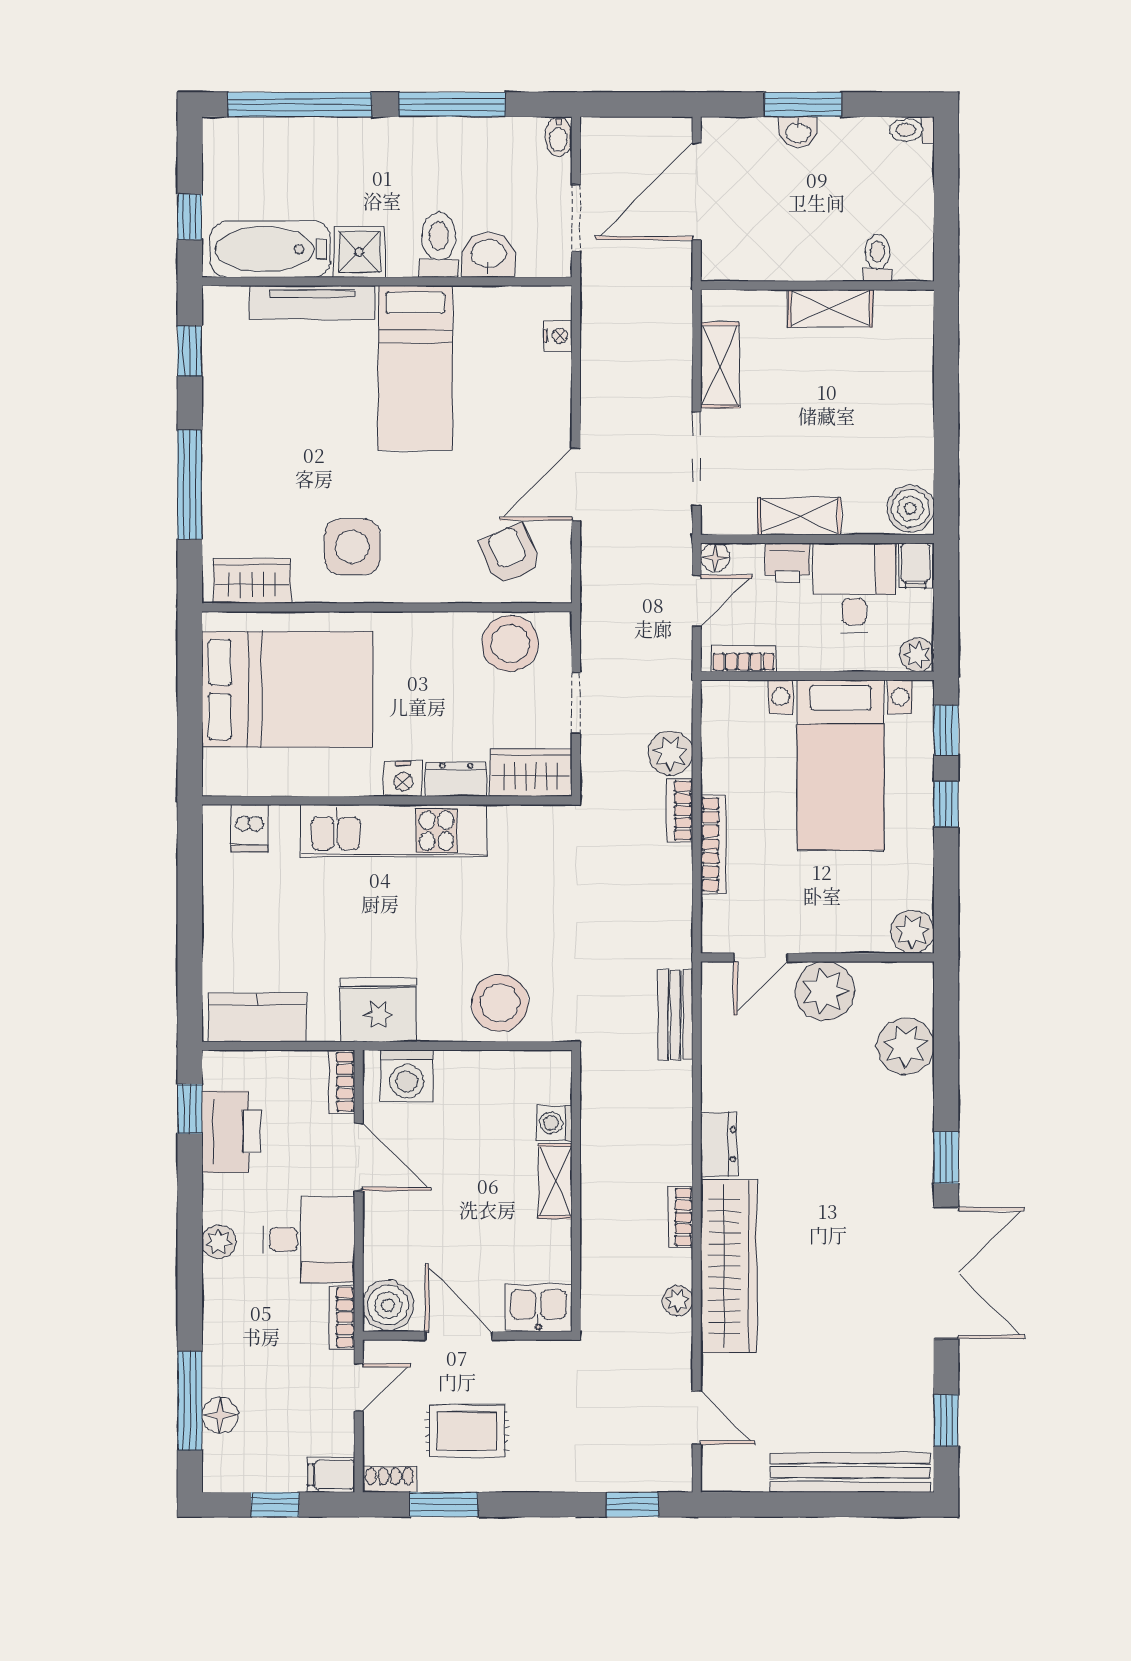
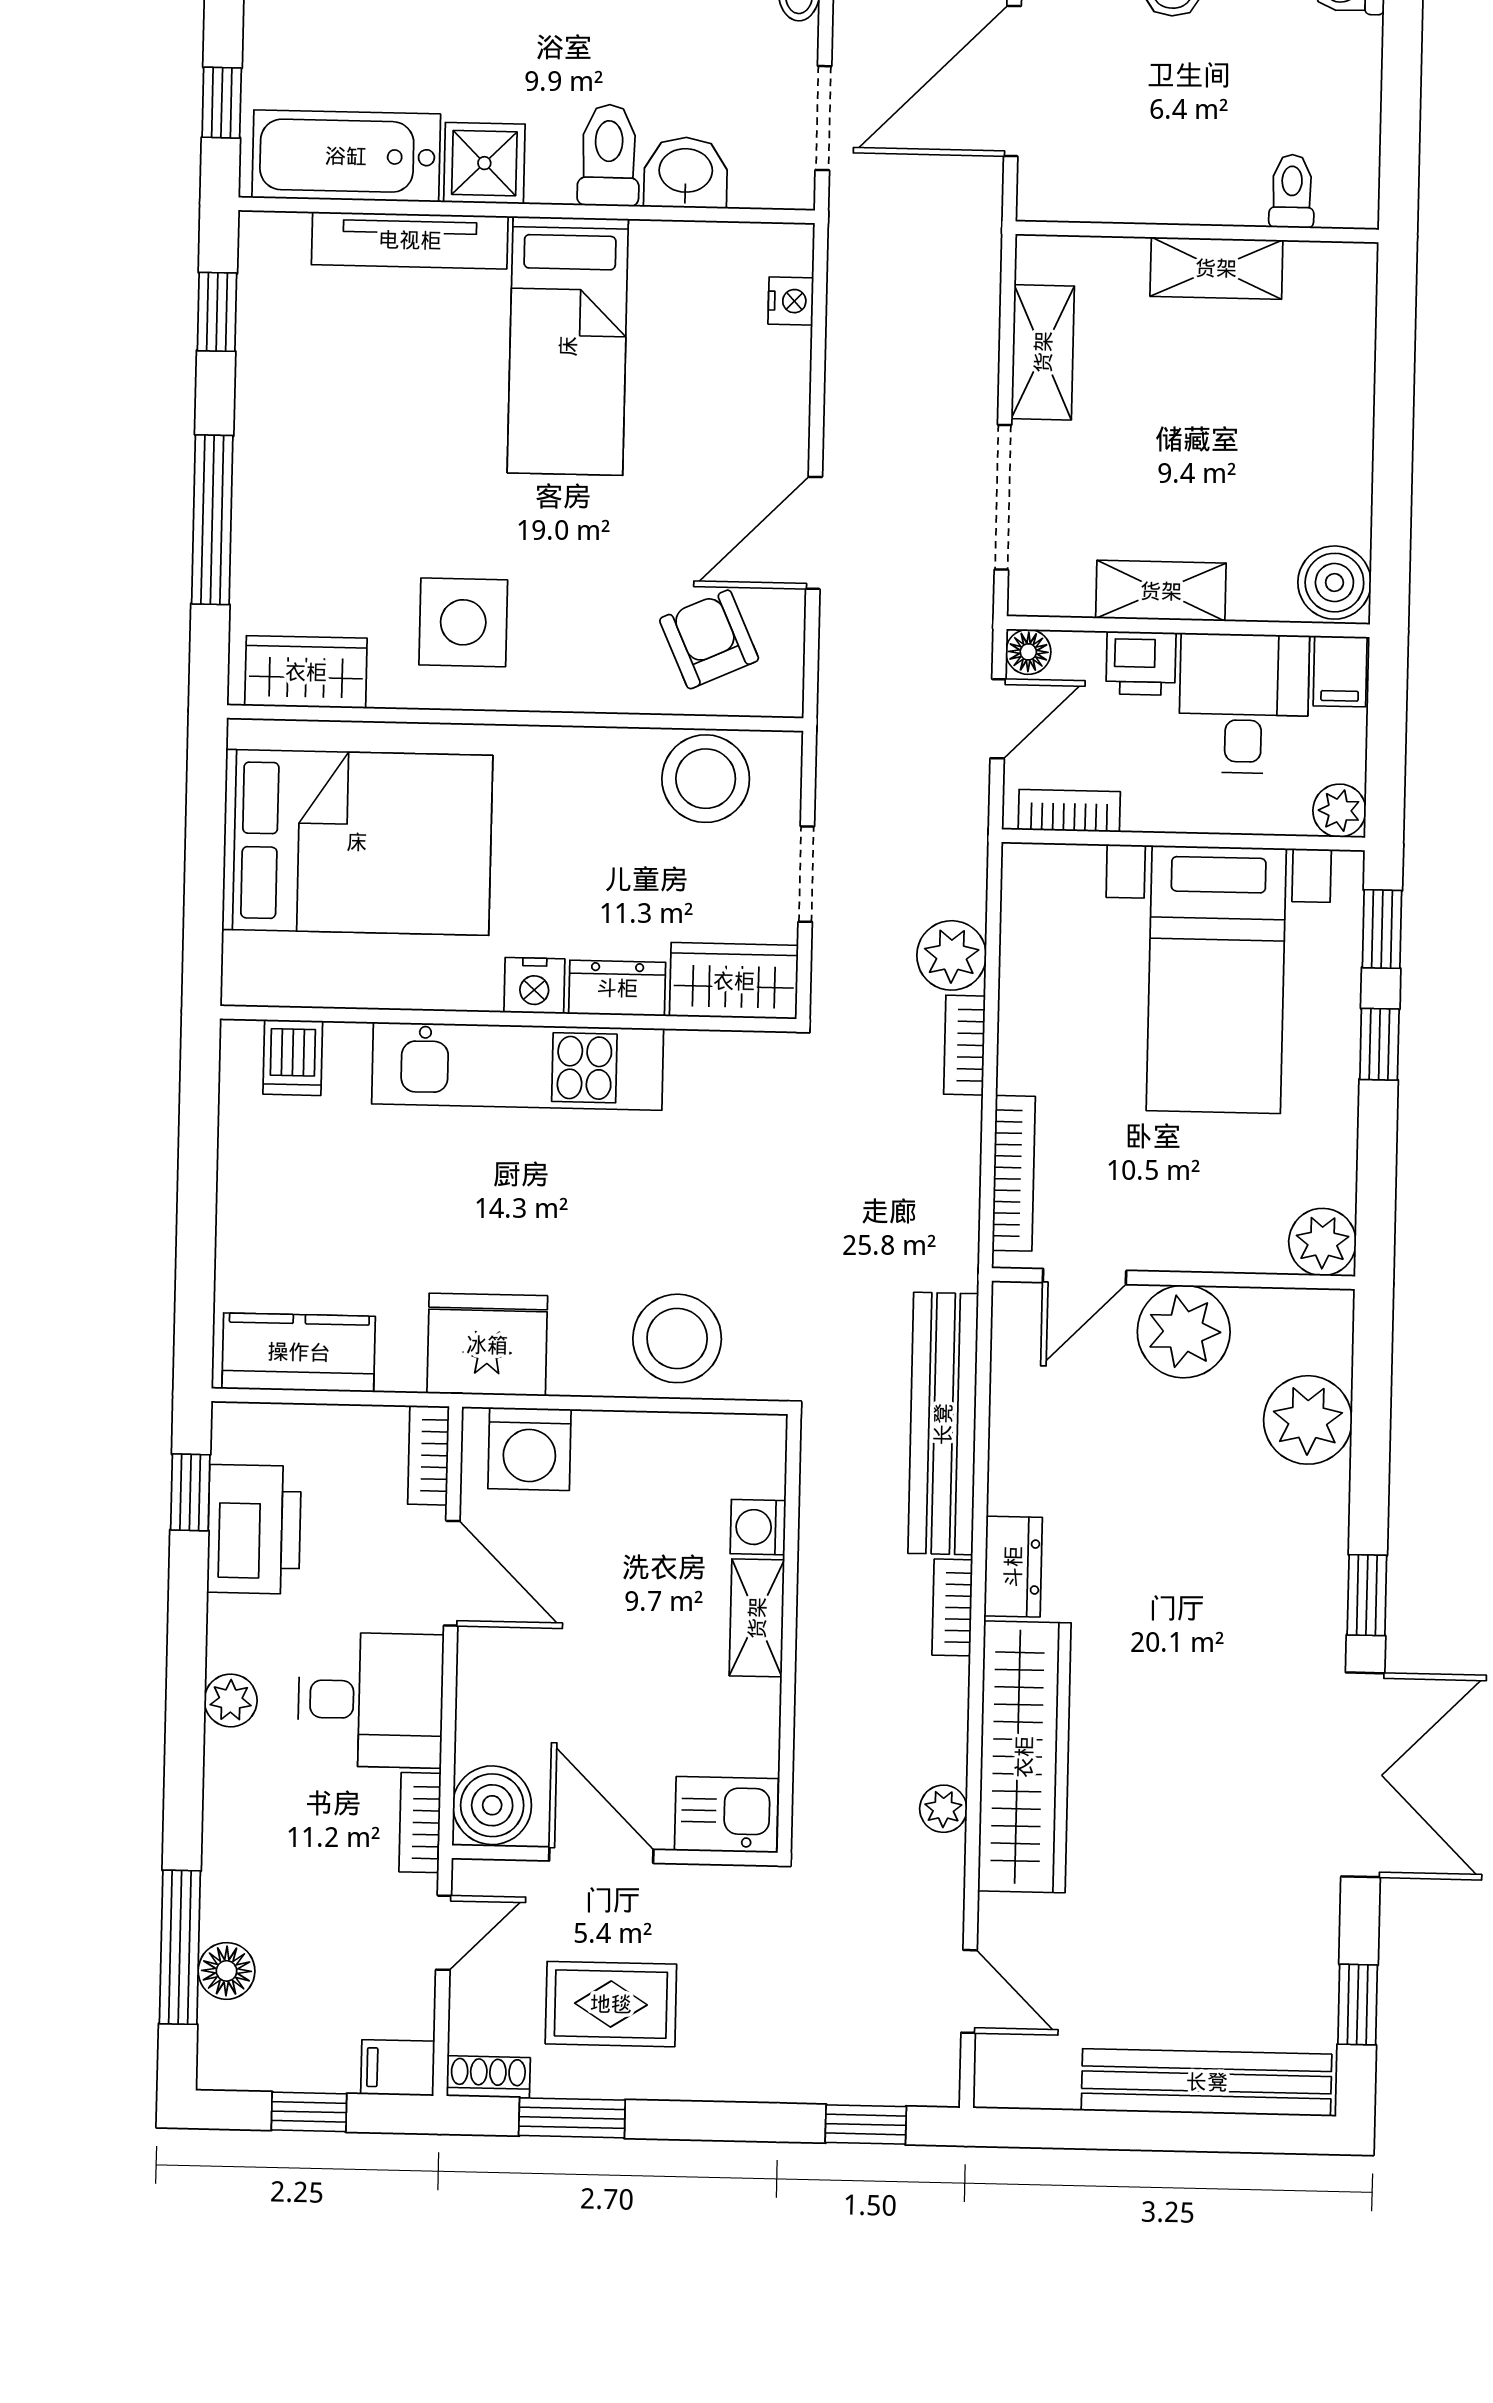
bookcase: (713, 844) -> (1014, 1173), moved
bench: (675, 1015) -> (943, 1424), width x1.86, depth x1.21
bookcase: (680, 1217) -> (952, 1607), moved

